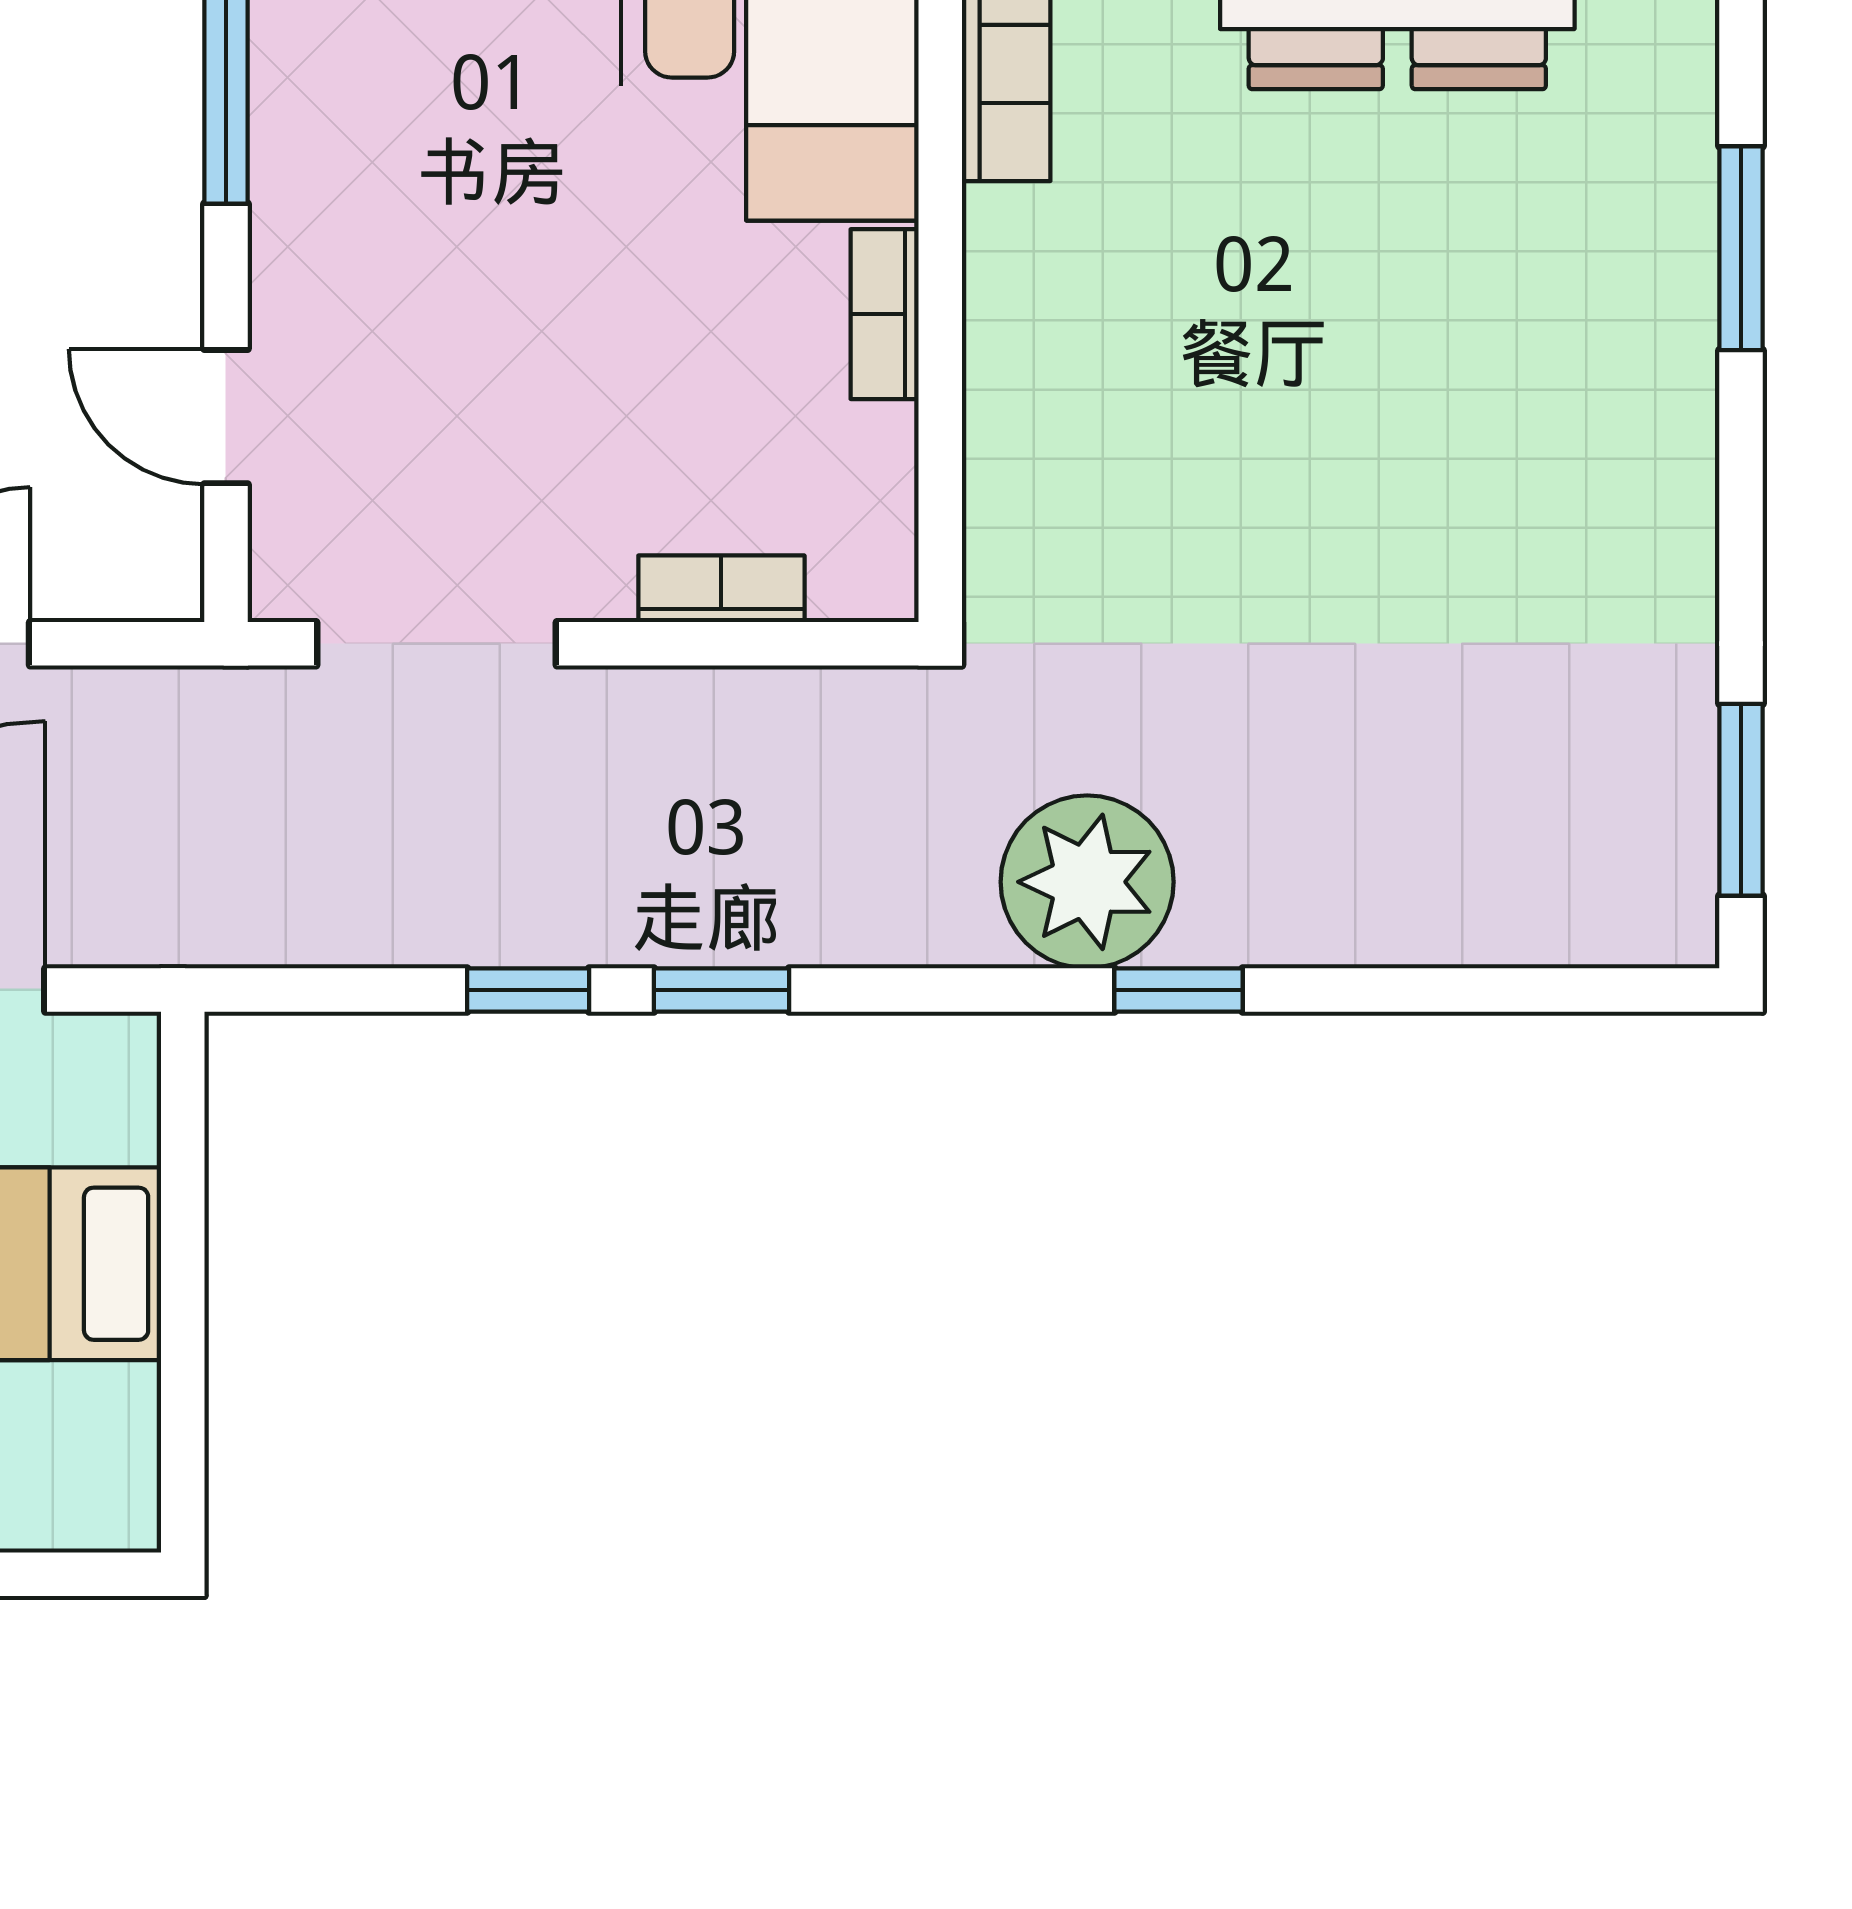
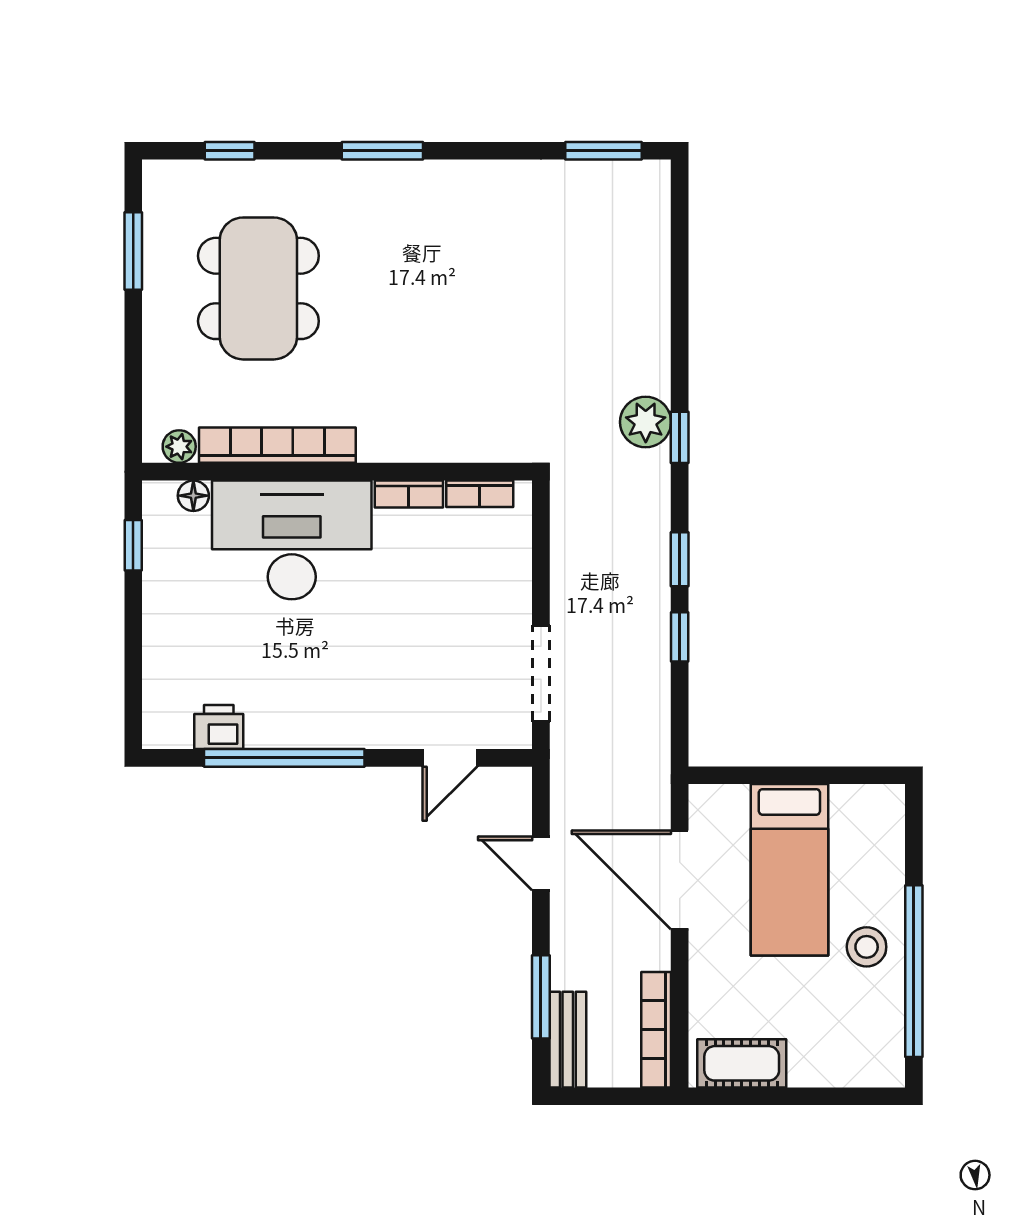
bookcase: (721, 589) -> (480, 494), moved, turned -90
plant: (1087, 882) -> (646, 422), width x0.73, depth x0.73
window: (1178, 990) -> (680, 437), moved

